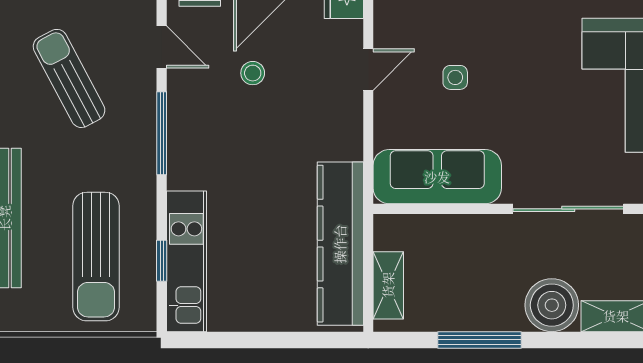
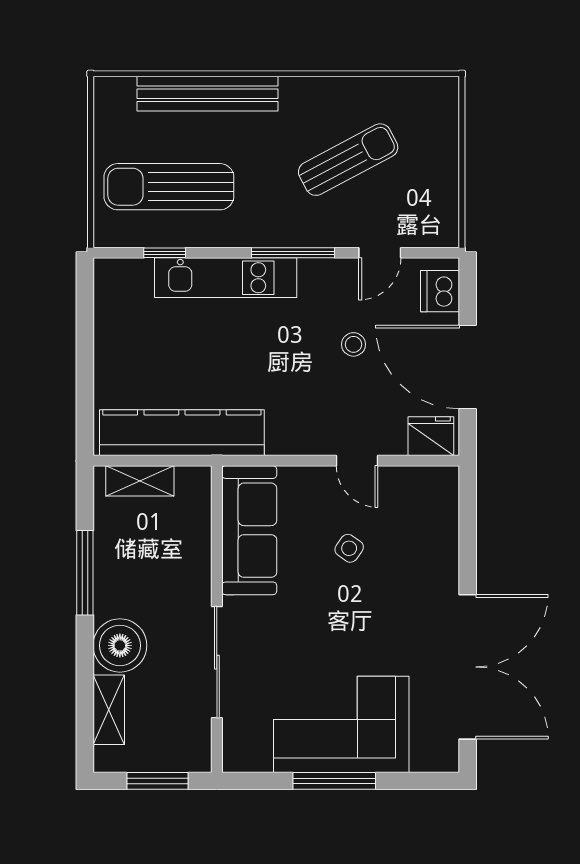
side table: (455, 77) -> (349, 548), turned 35
kitchen unit: (186, 261) -> (226, 278), moved

